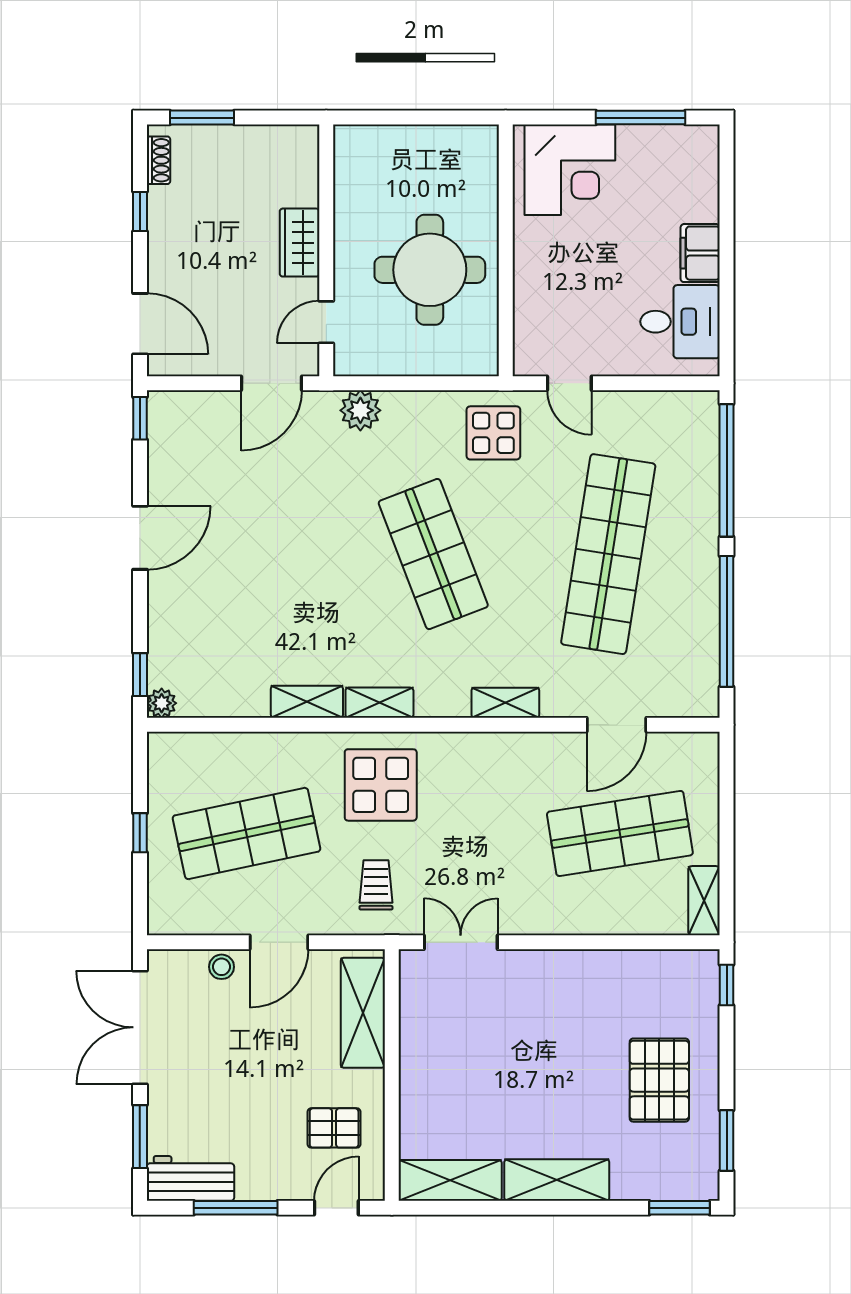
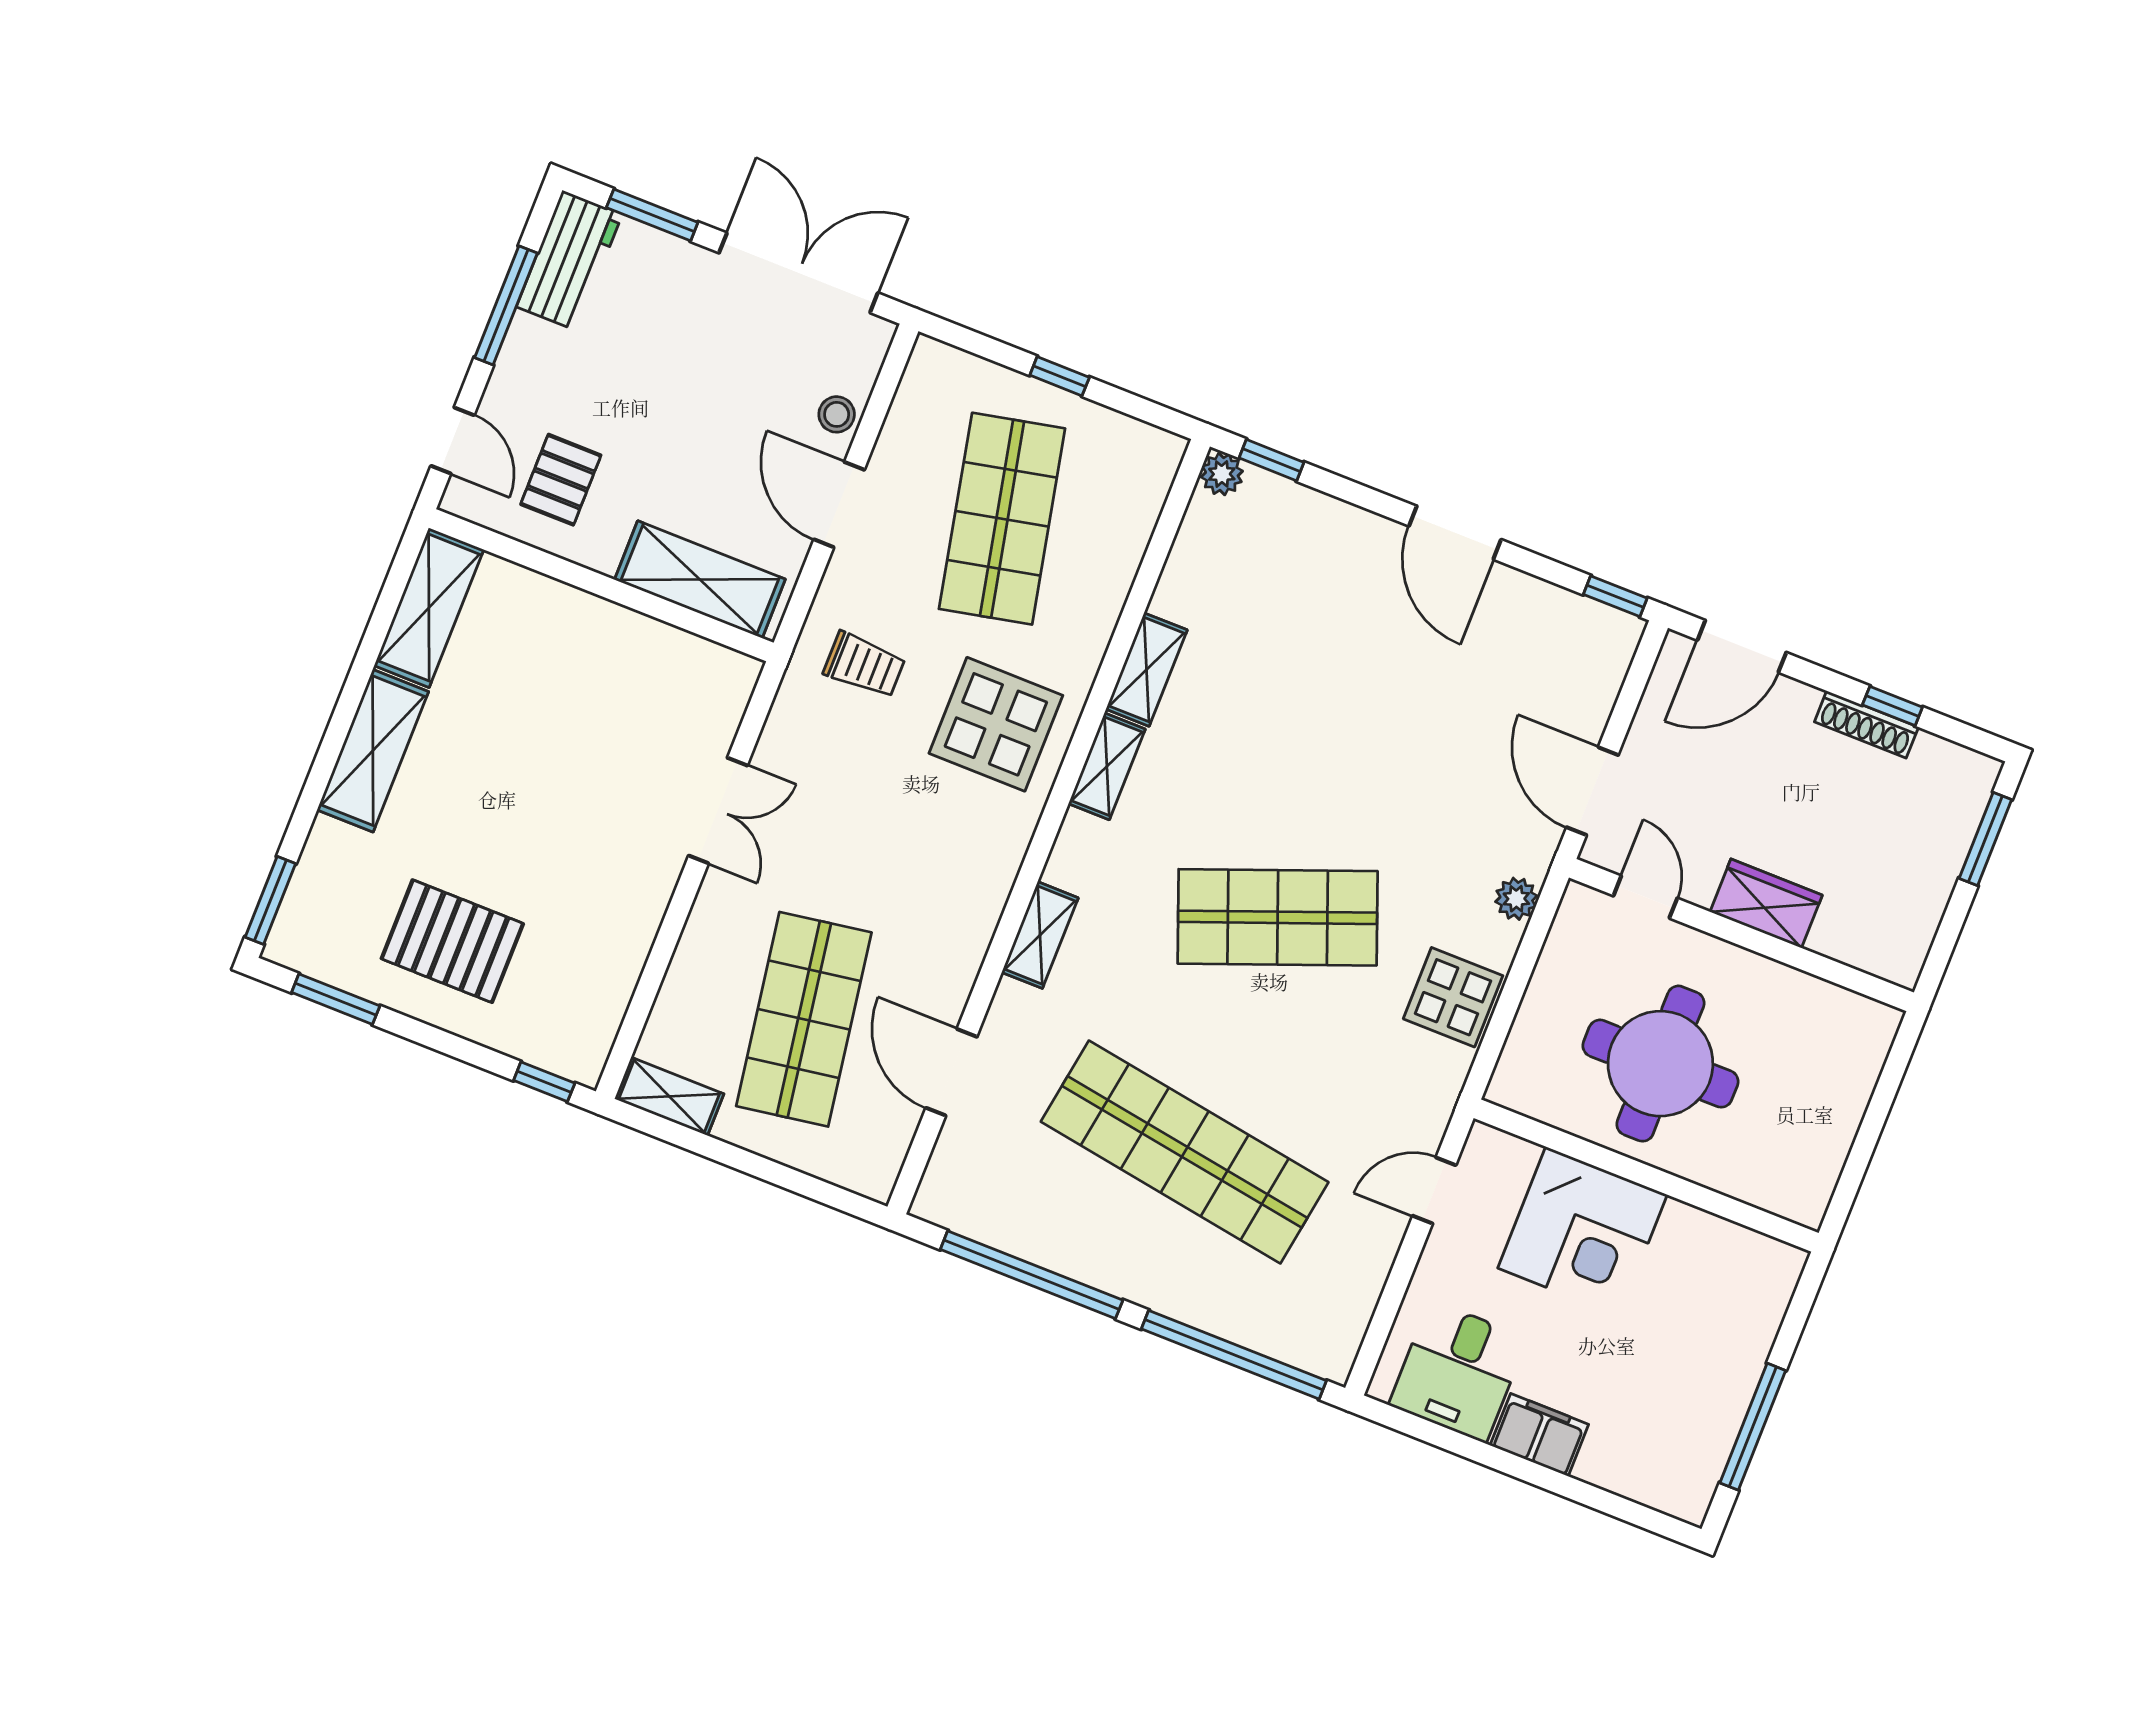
shoe rack: (159, 160) -> (1866, 724), moved, width x1.43
corner desk: (570, 170) -> (1582, 1231), moved, turned -90
plant: (360, 410) -> (1516, 899), width x0.73, depth x0.73
display table: (493, 433) -> (1453, 997), moved
double door: (461, 942) -> (718, 811), moved

